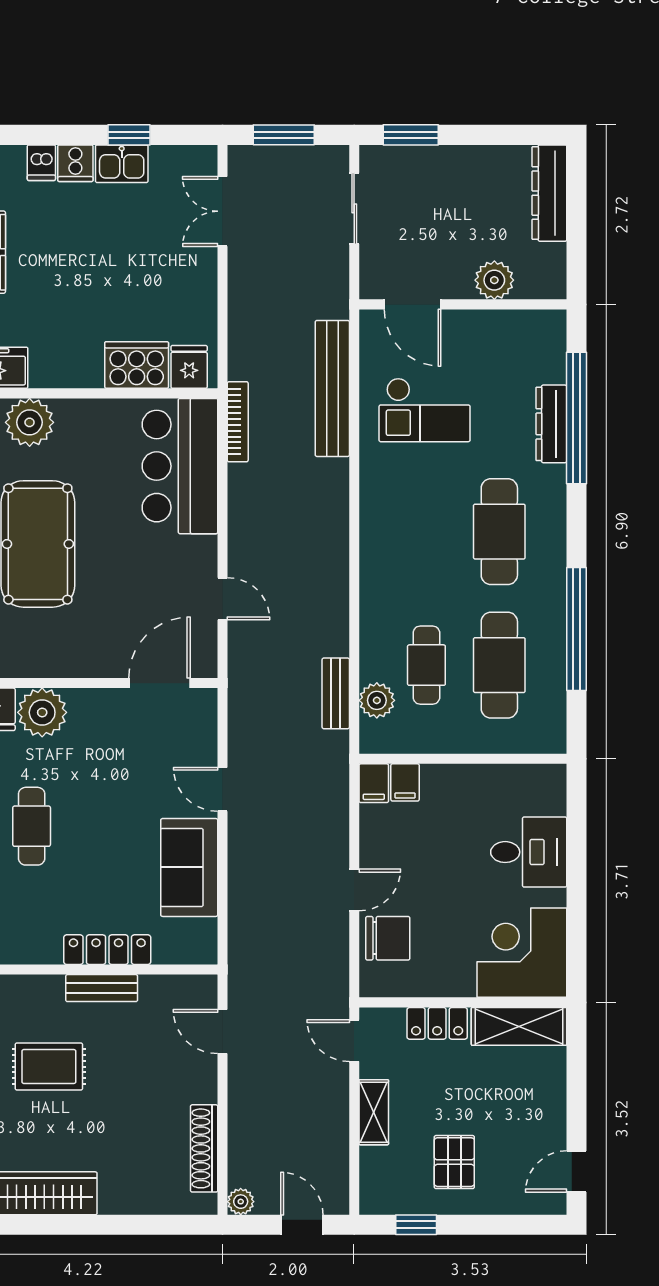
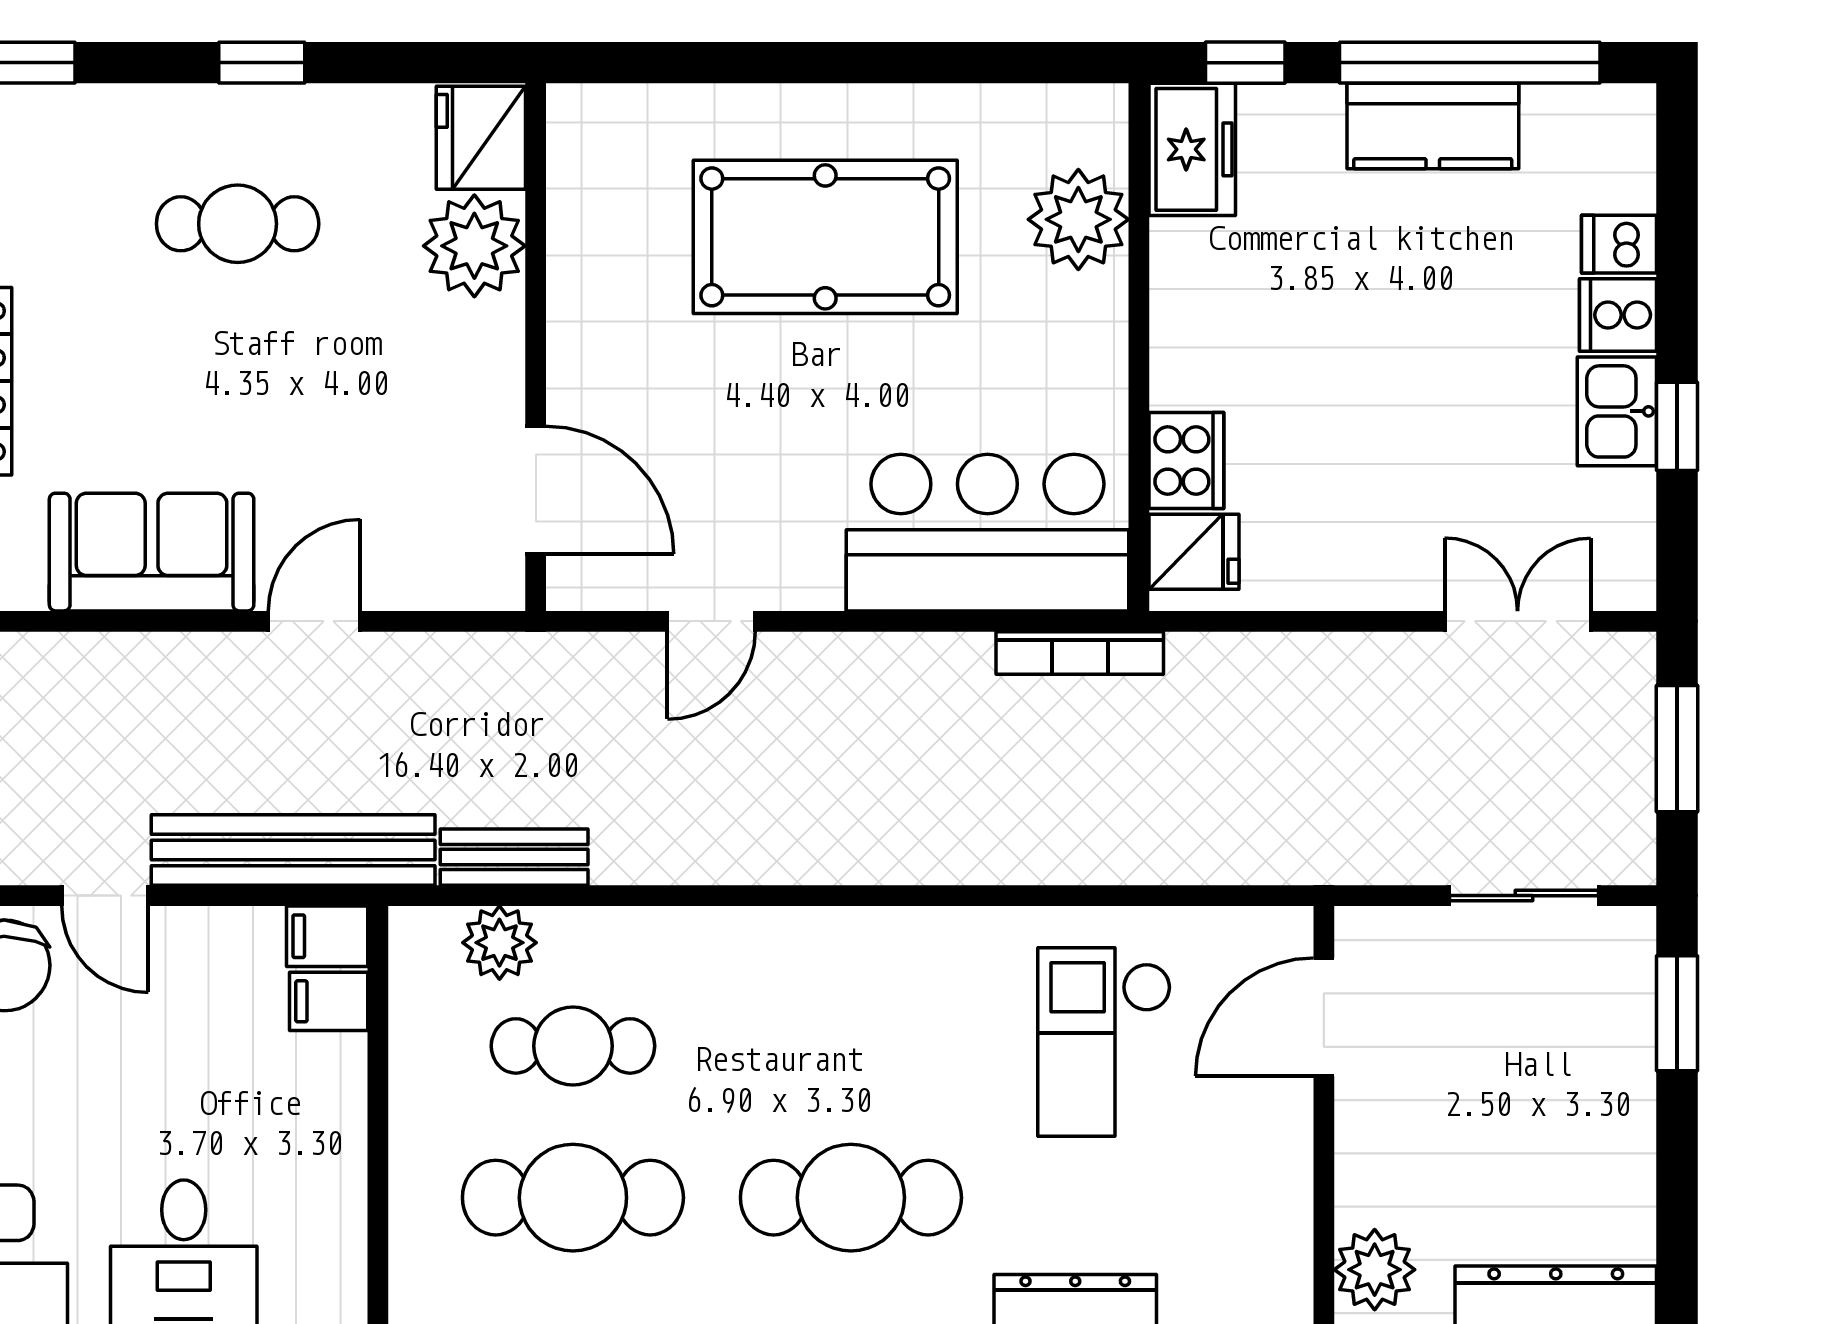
plant: (494, 280) -> (1375, 1270), moved
cooker: (137, 365) -> (1186, 460), width x0.73, depth x0.76
bench: (332, 388) -> (293, 850), moved

